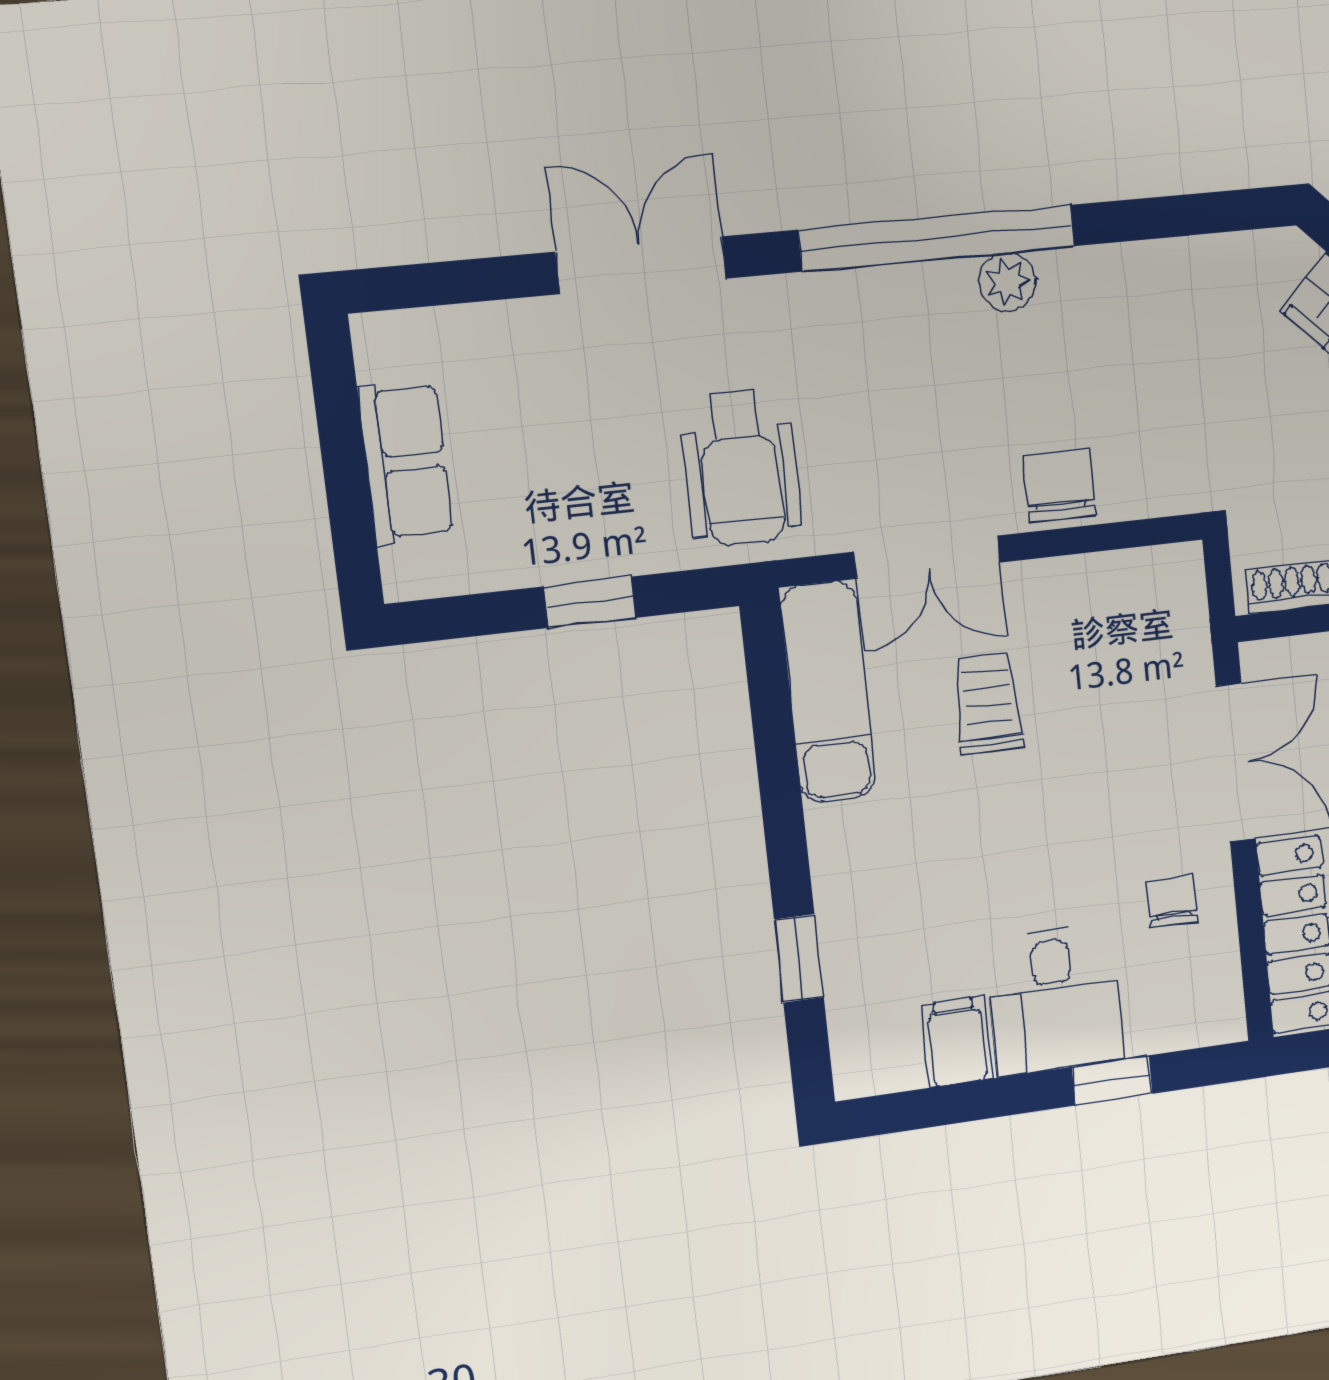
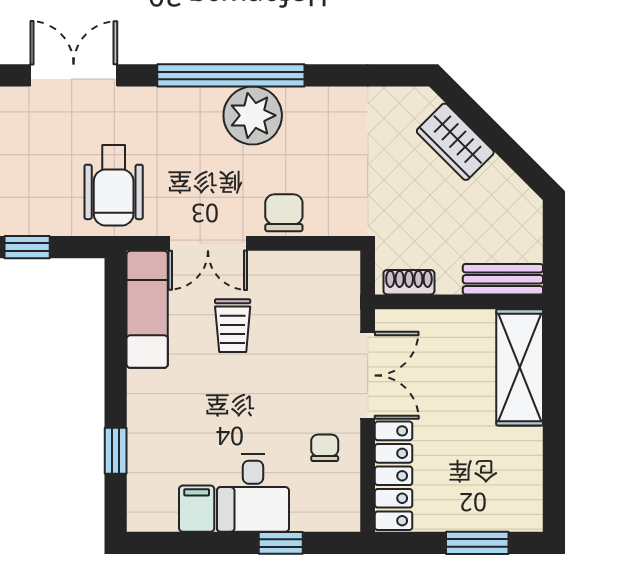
plant: (1007, 282) -> (253, 115), width x1.88, depth x1.88
trolley: (988, 703) -> (233, 326), turned 180

